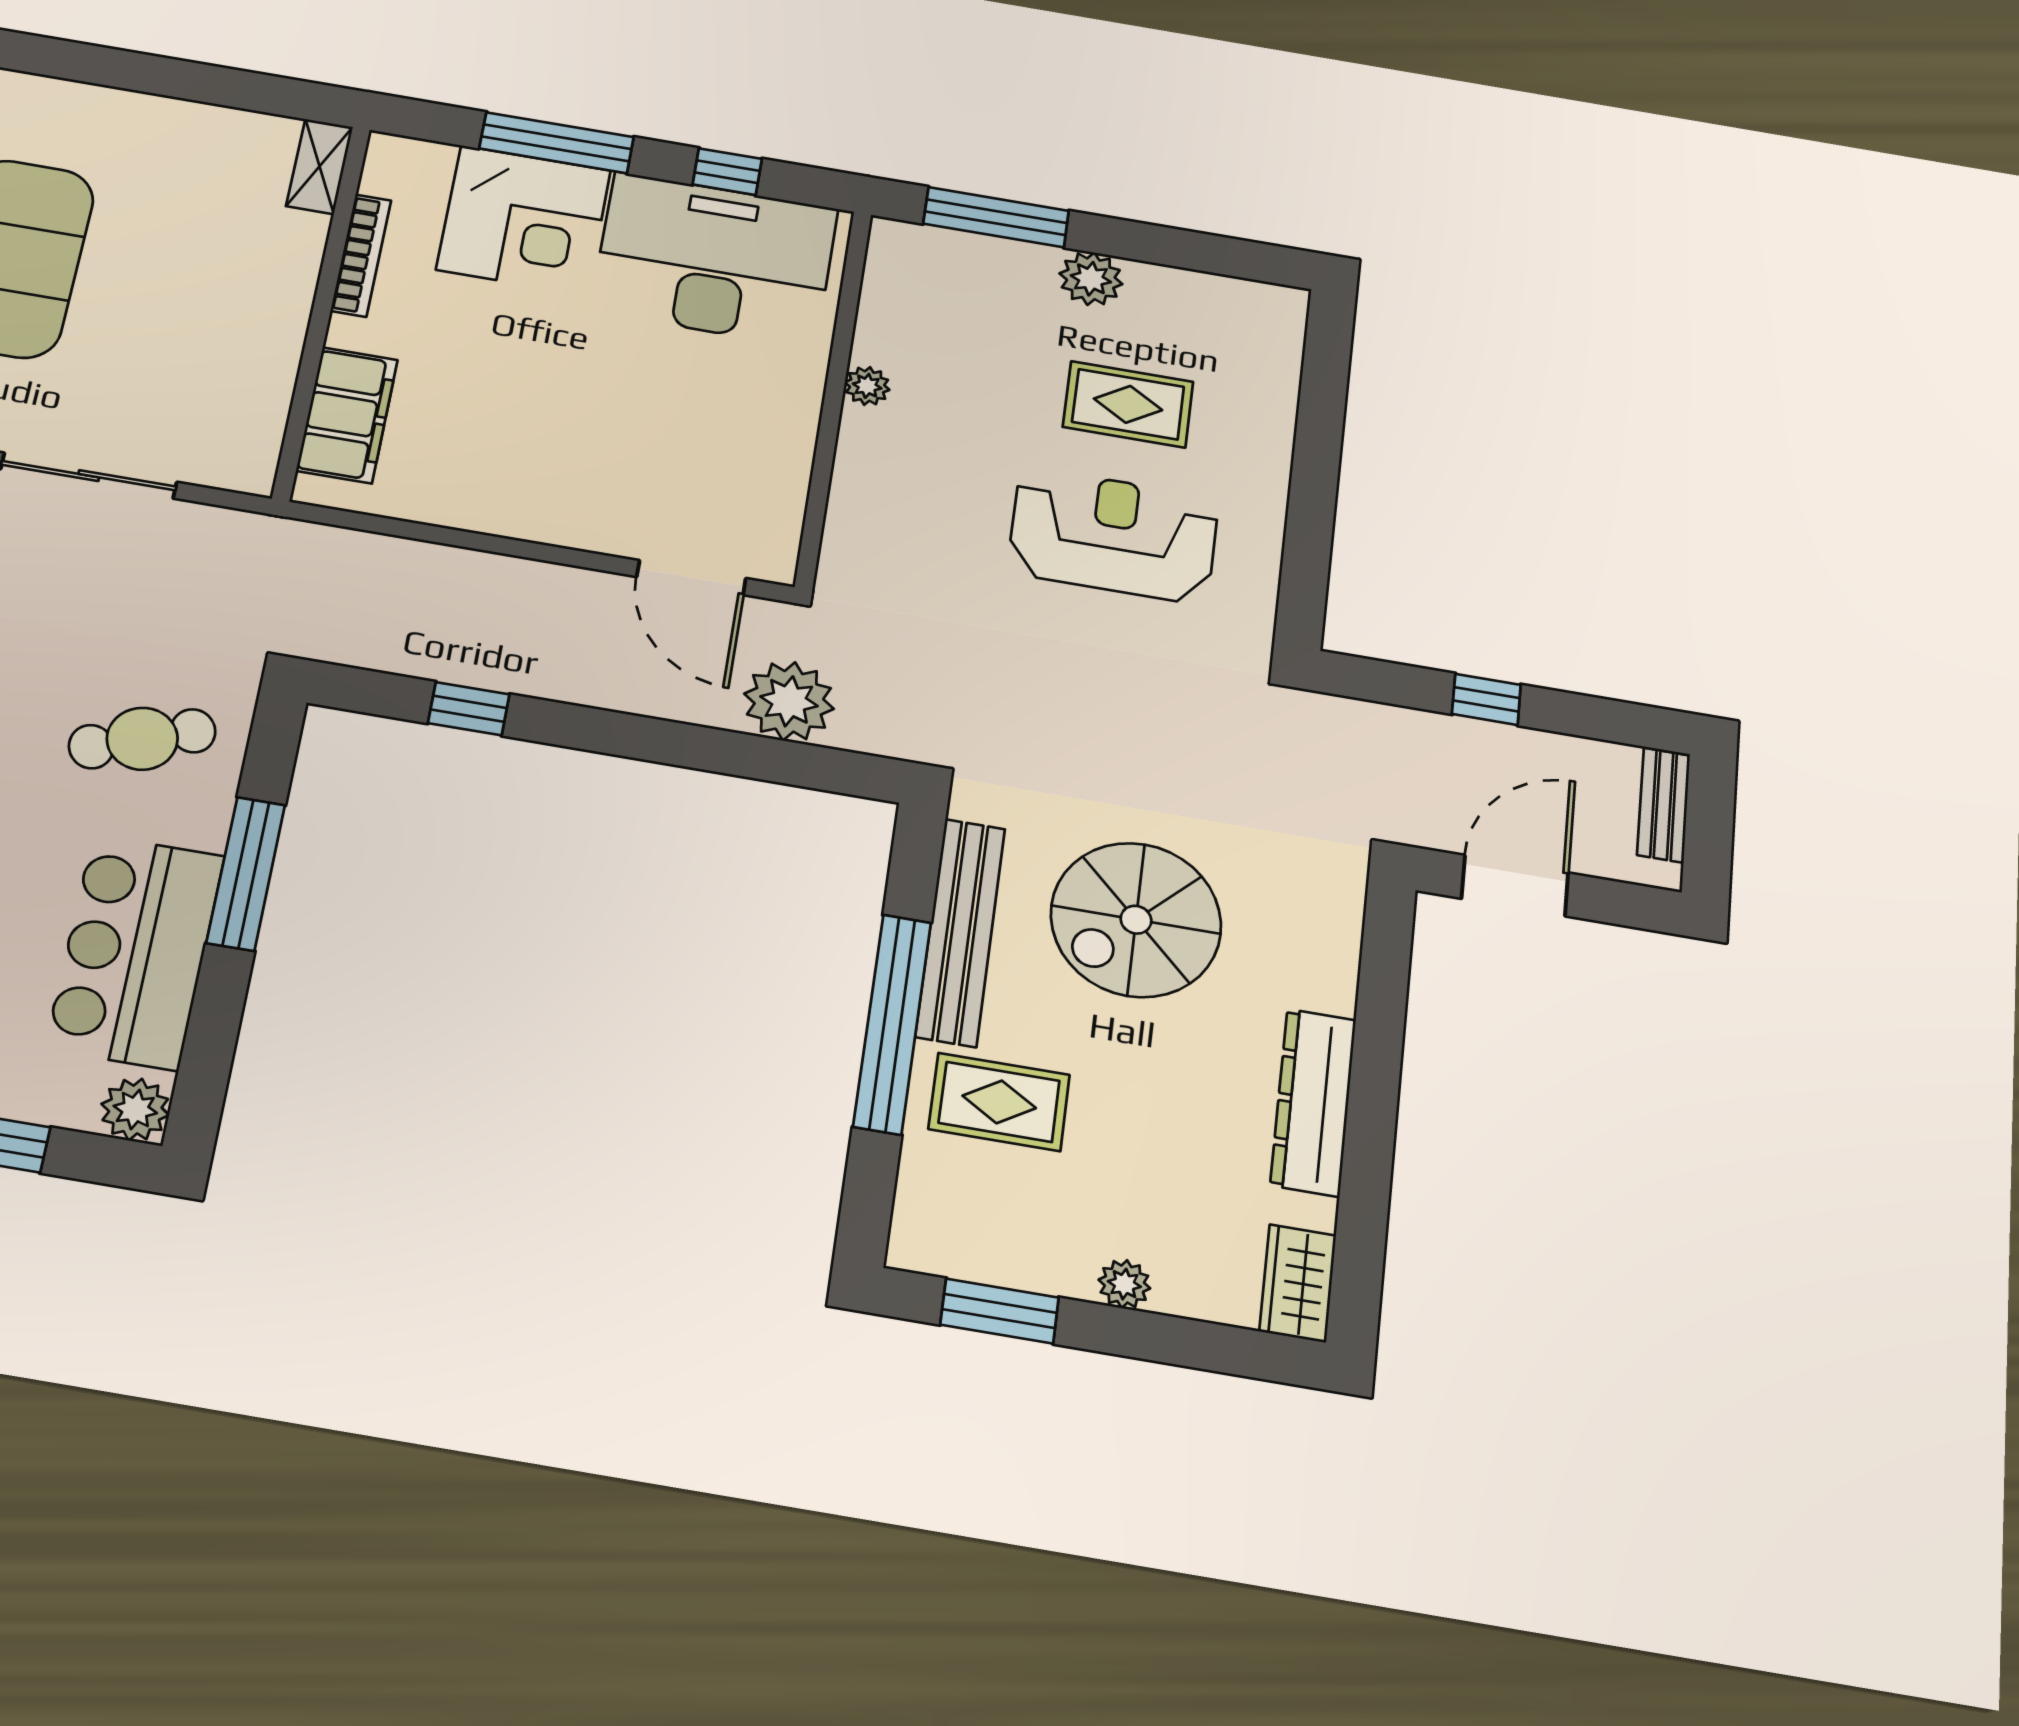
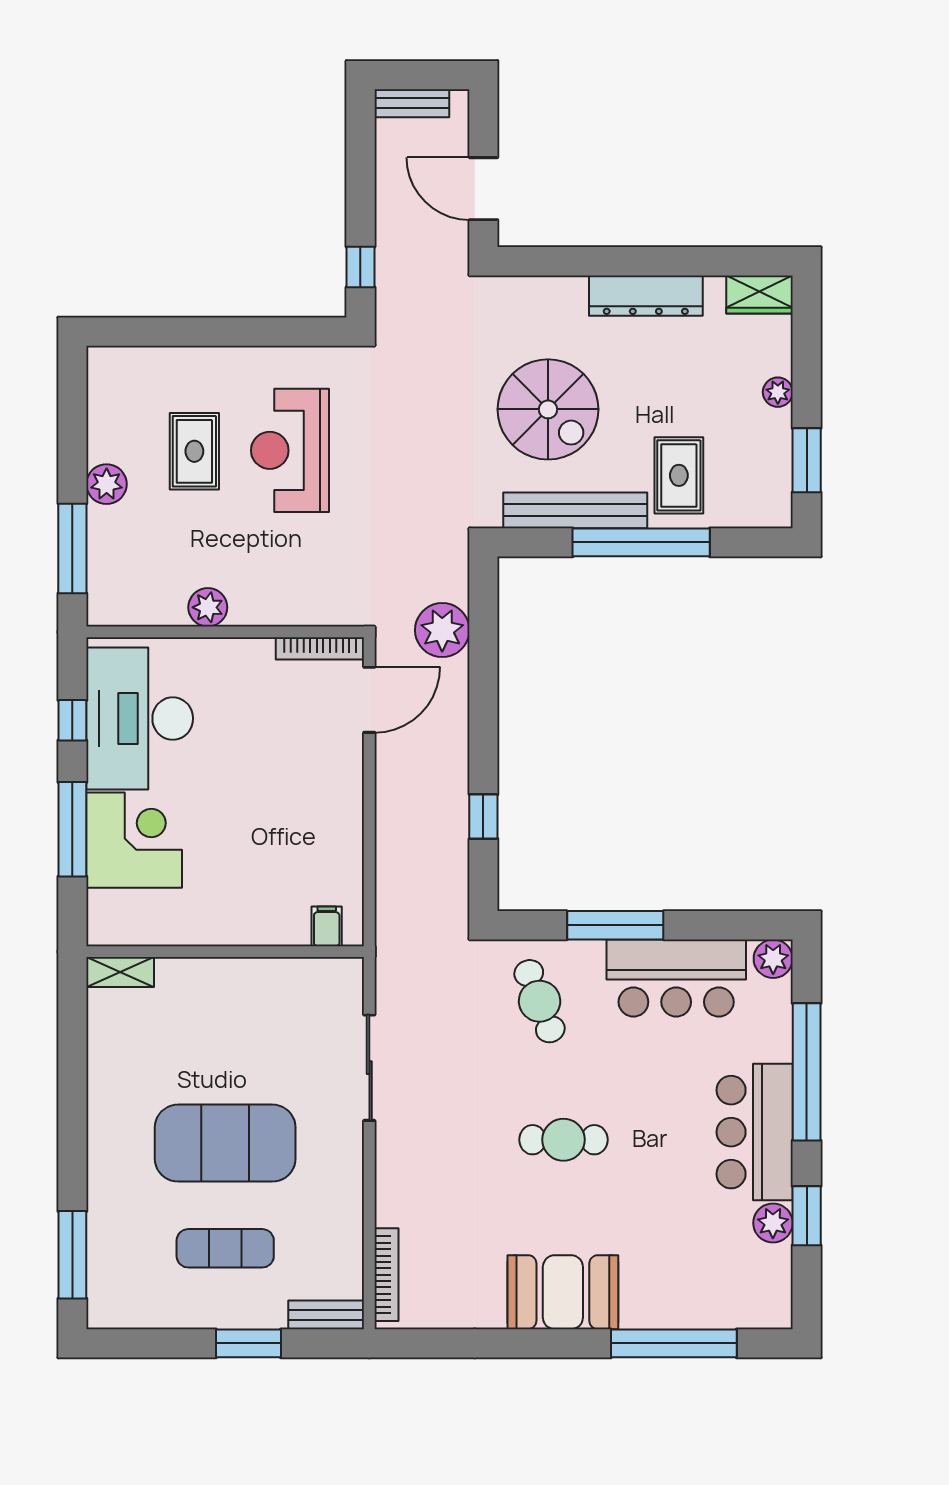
bookcase: (361, 255) -> (320, 648), moved, turned 180
plant: (867, 386) -> (208, 607), width x1.38, depth x1.38
filing cabinet: (347, 415) -> (327, 926), width x0.33, depth x0.86
window: (1486, 699) -> (360, 267), moved

